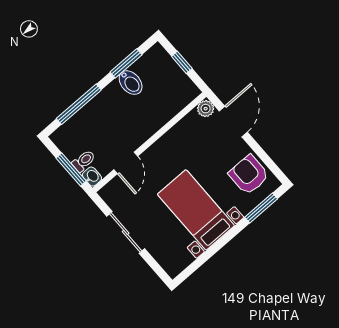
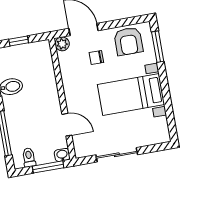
chair: (213, 152) -> (96, 57), added
toilet: (84, 161) -> (29, 157), moved
armchair: (249, 175) -> (128, 41), turned -90

